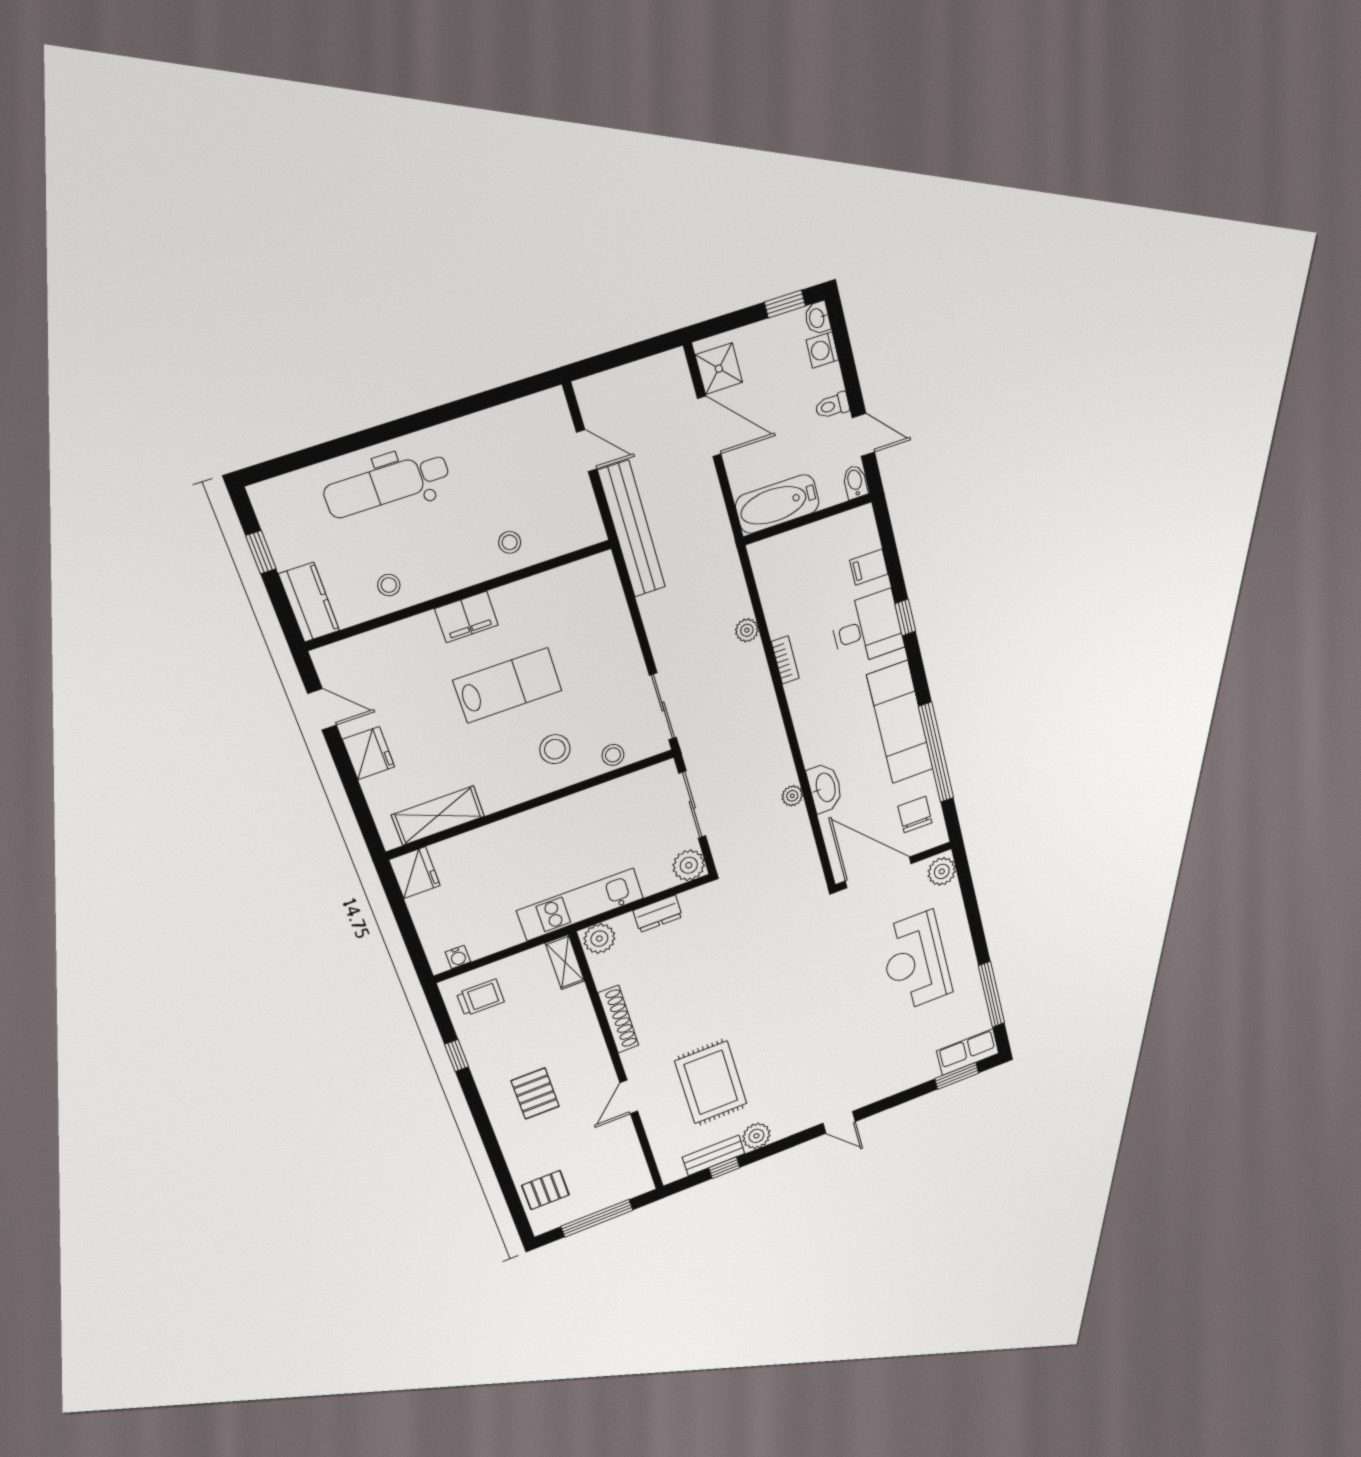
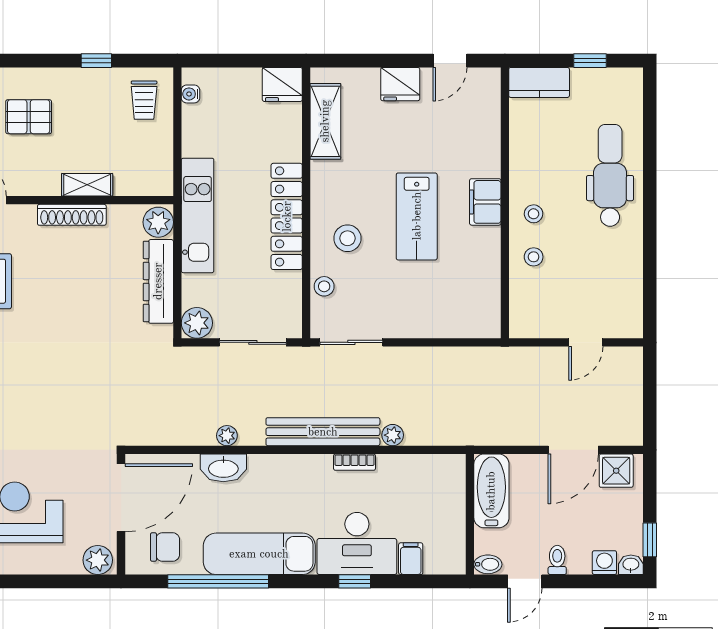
bench: (632, 529) -> (323, 432), moved
stool: (389, 585) -> (534, 214), moved
desk: (867, 629) -> (357, 543), width x1.37
locker: (552, 818) -> (287, 216), added
dresser: (658, 914) -> (158, 281), width x1.96, depth x1.24
shelving: (565, 962) -> (87, 185), moved

